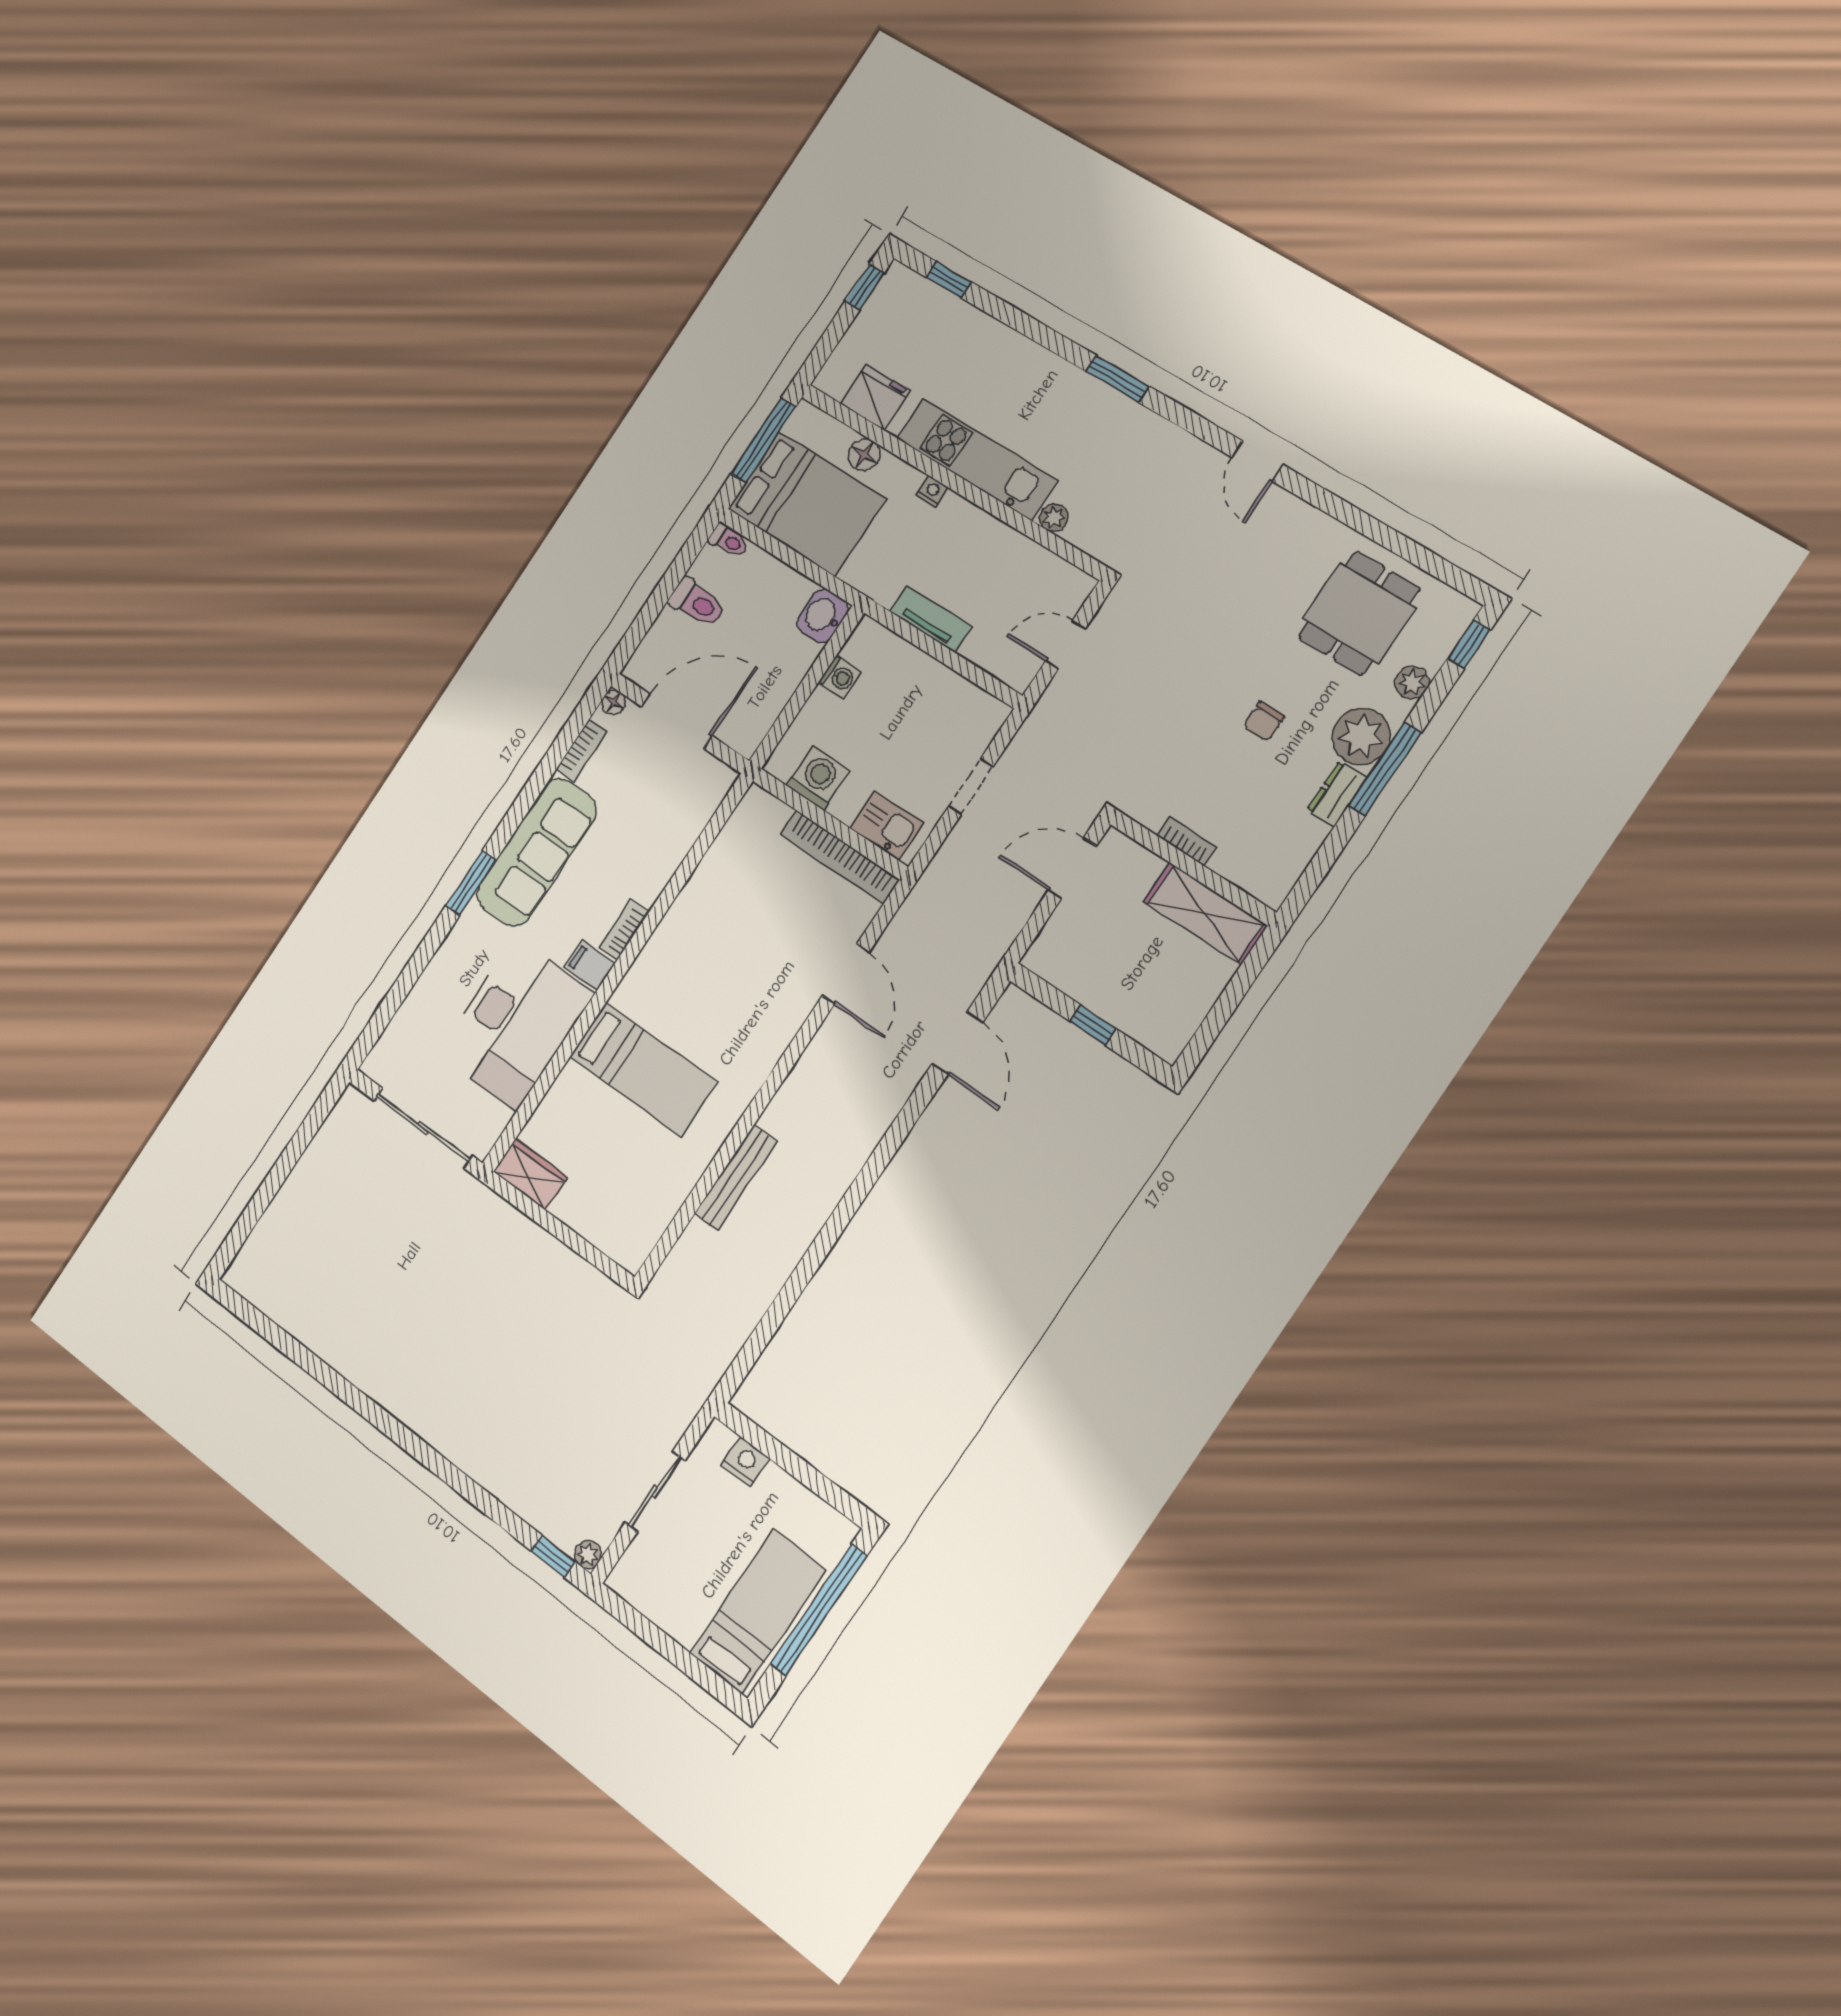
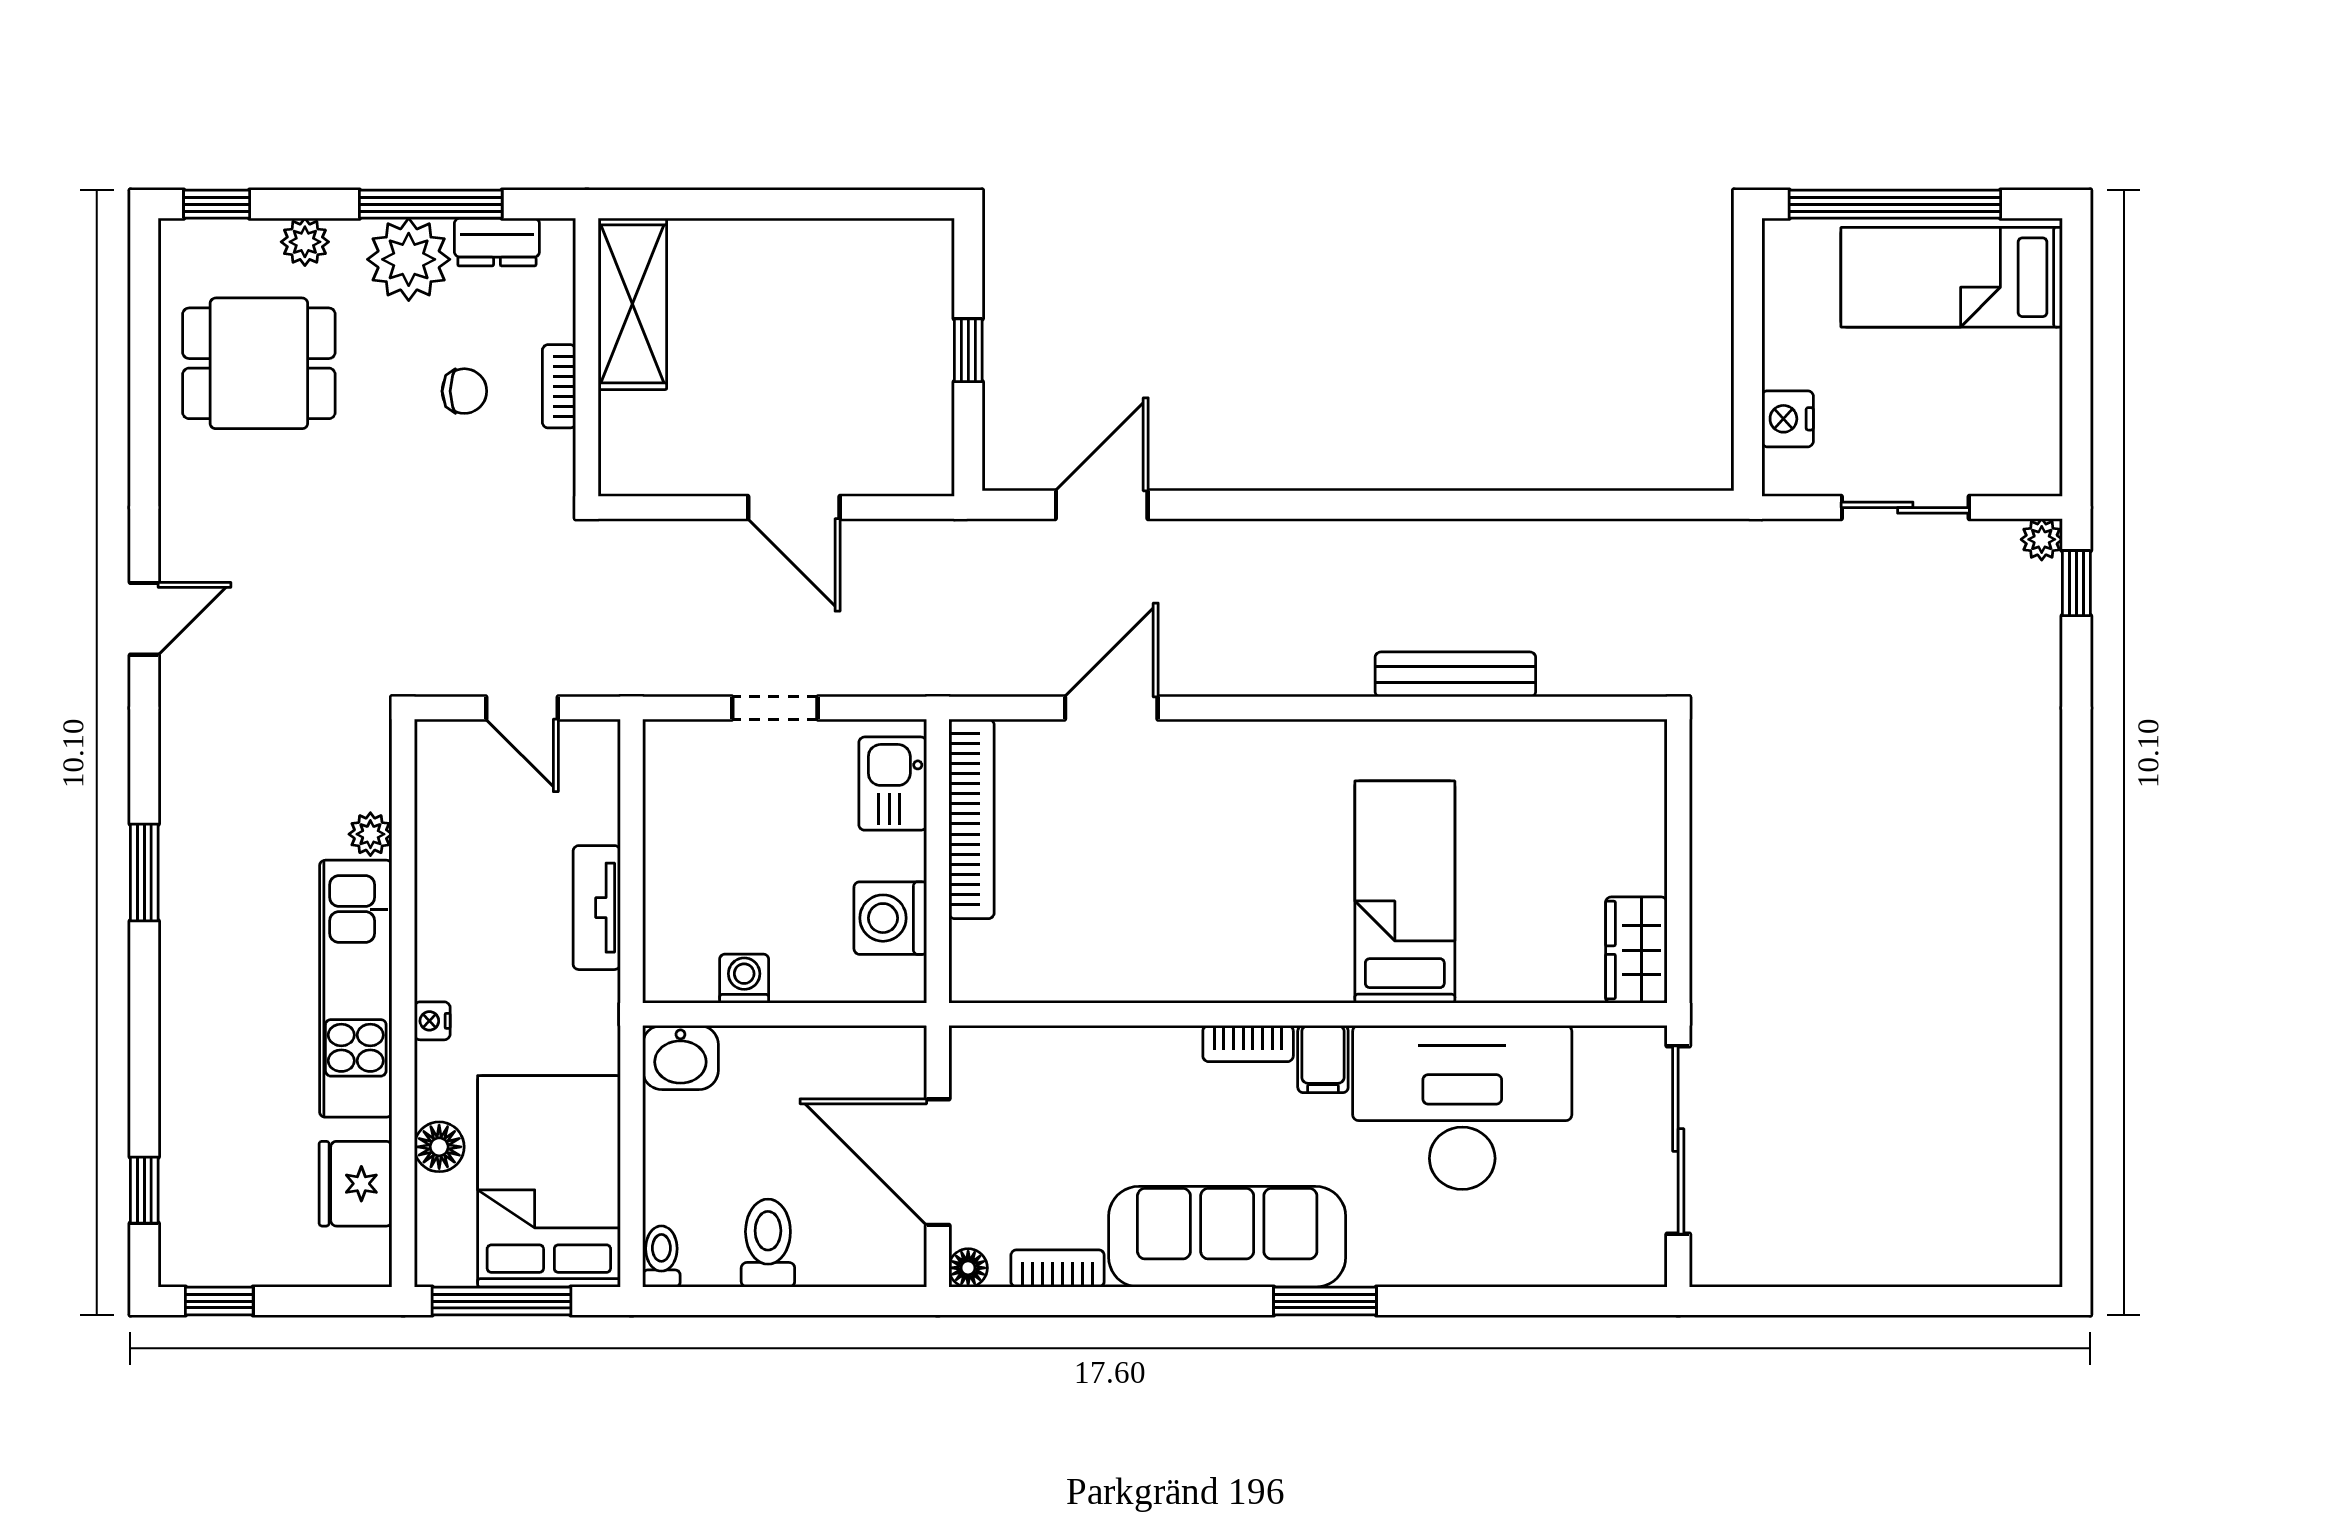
bookcase: (1187, 842) -> (559, 386), moved
wall: (1193, 868) -> (587, 357), moved
shelving: (1206, 914) -> (632, 304), moved

